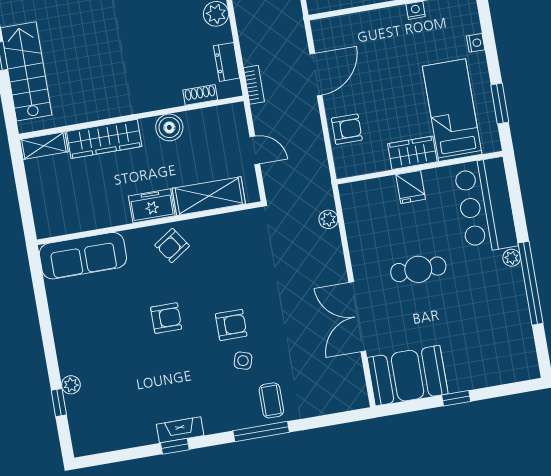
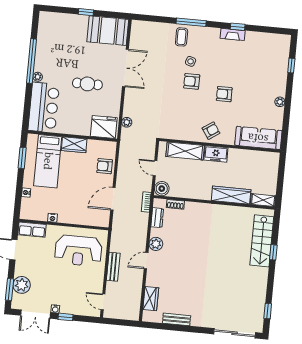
boiler: (169, 127) -> (162, 189), moved
fridge: (411, 187) -> (104, 127), moved, width x1.88, depth x1.34
plant: (71, 385) -> (280, 102), moved

